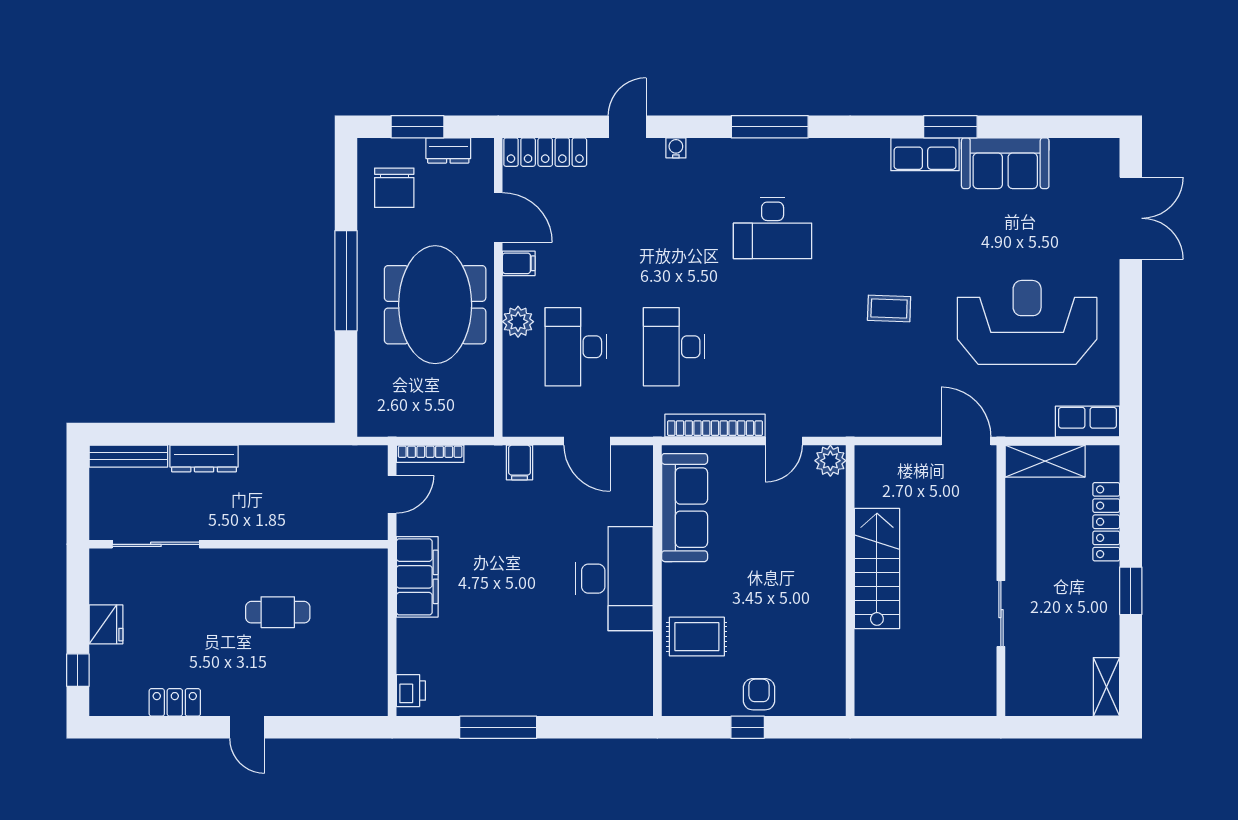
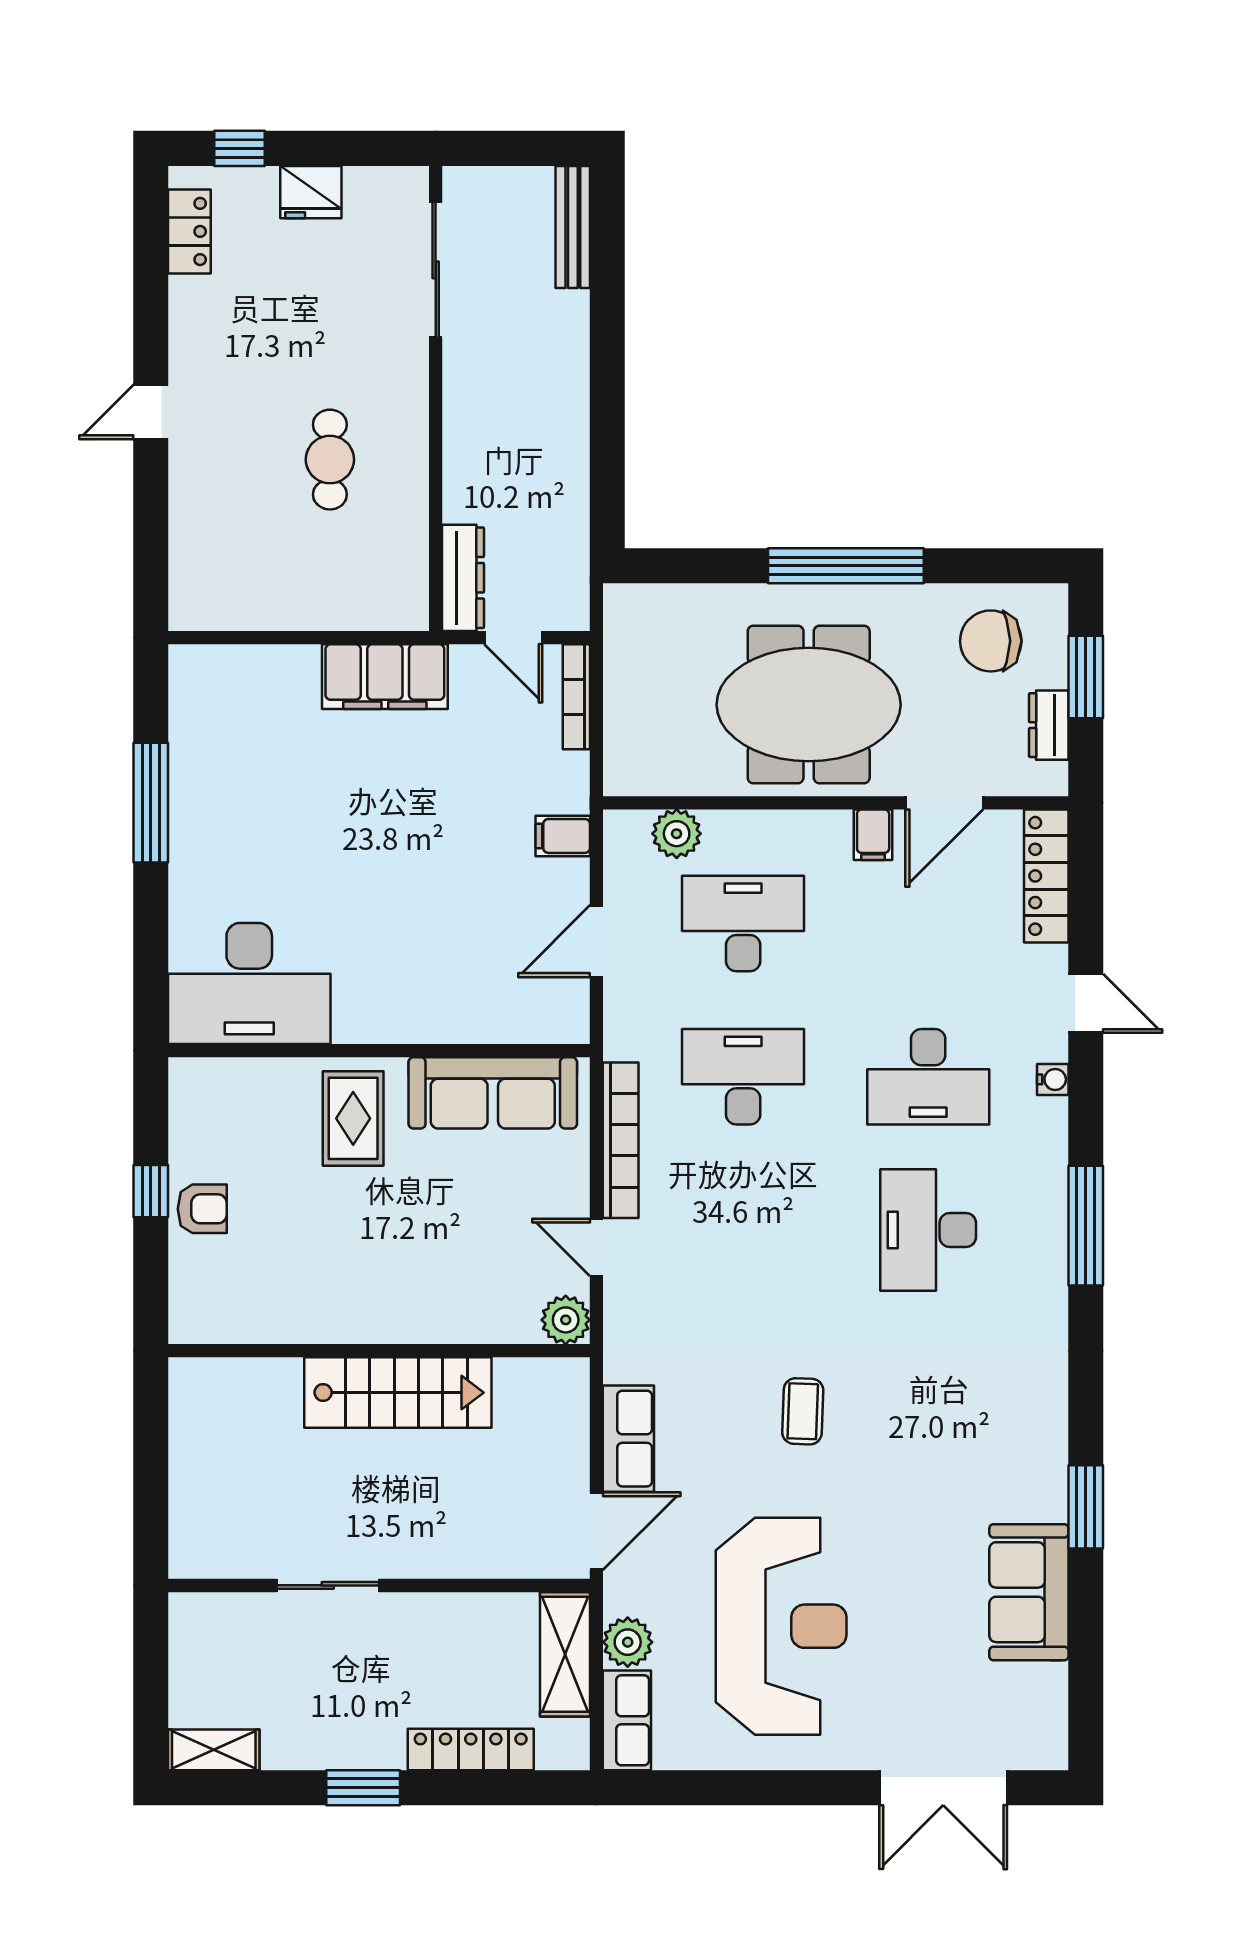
row of seats: (925, 154) -> (628, 1439), moved, turned 180
desk: (674, 228) -> (928, 1077), added
plant: (518, 322) -> (677, 834), moved
plant: (1037, 421) -> (628, 1642), added
dresser: (204, 459) -> (463, 578), moved, turned 180
desk: (614, 579) -> (249, 983), moved
rug: (697, 637) -> (353, 1118), moved
printer: (411, 691) -> (208, 667), removed
locker: (175, 702) -> (189, 231), moved

